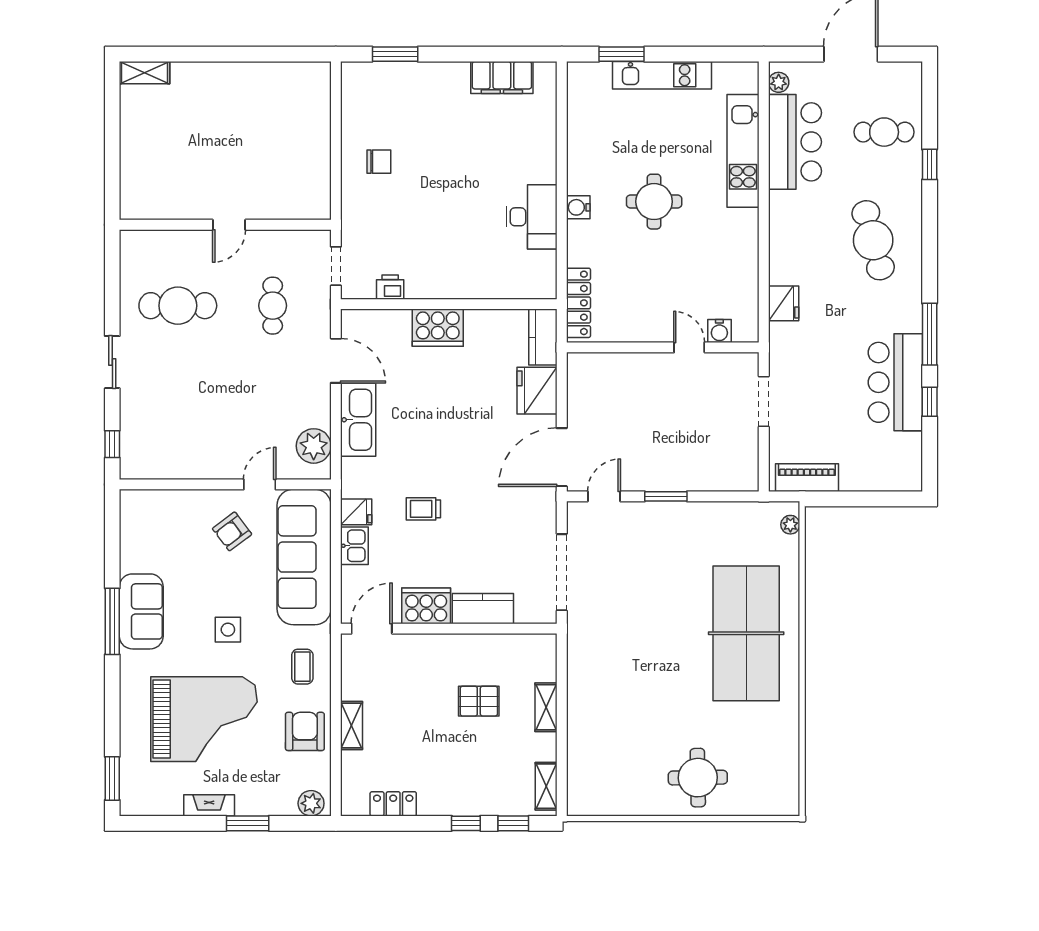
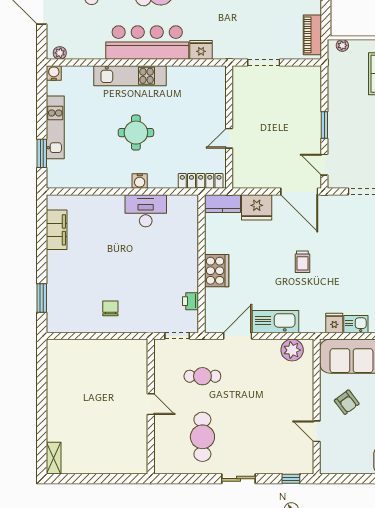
bar counter: (795, 142) -> (147, 43), moved, width x1.36
kitchen unit: (743, 151) -> (130, 76), moved
water cooler: (719, 331) -> (54, 73), moved, turned -90
door: (689, 347) -> (229, 138), moved
door: (260, 484) -> (317, 431), moved
trolley: (423, 509) -> (302, 262), moved

